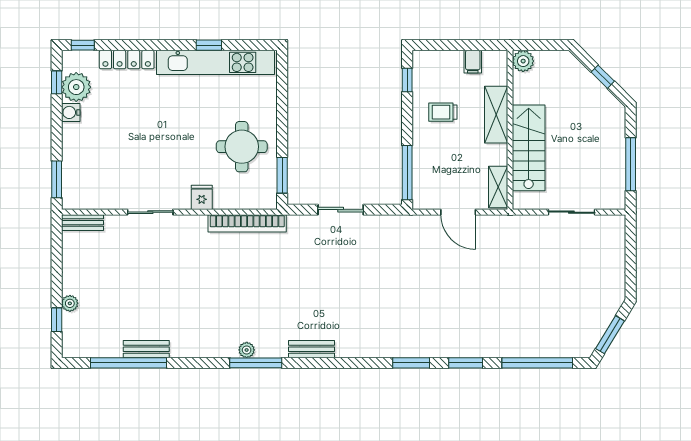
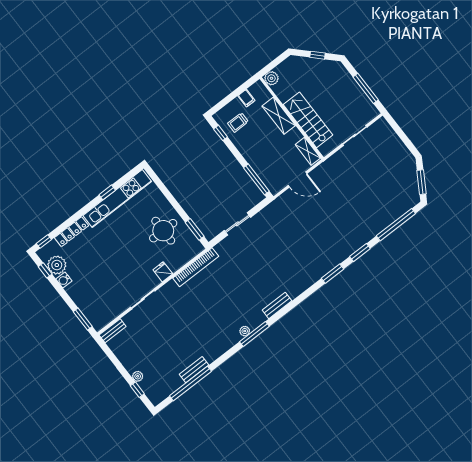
trolley: (443, 112) -> (238, 122), moved

